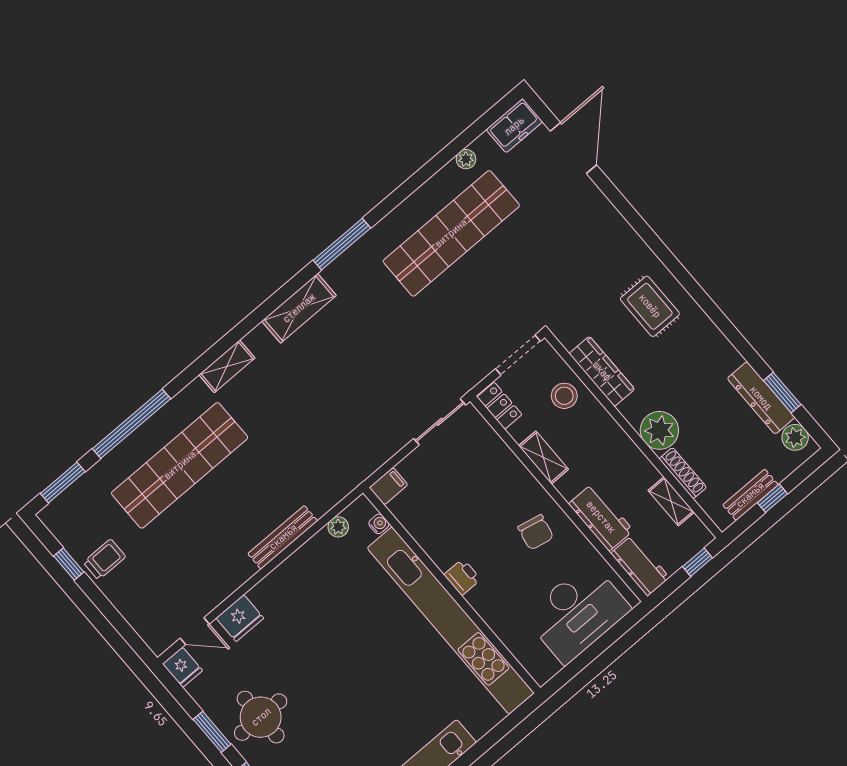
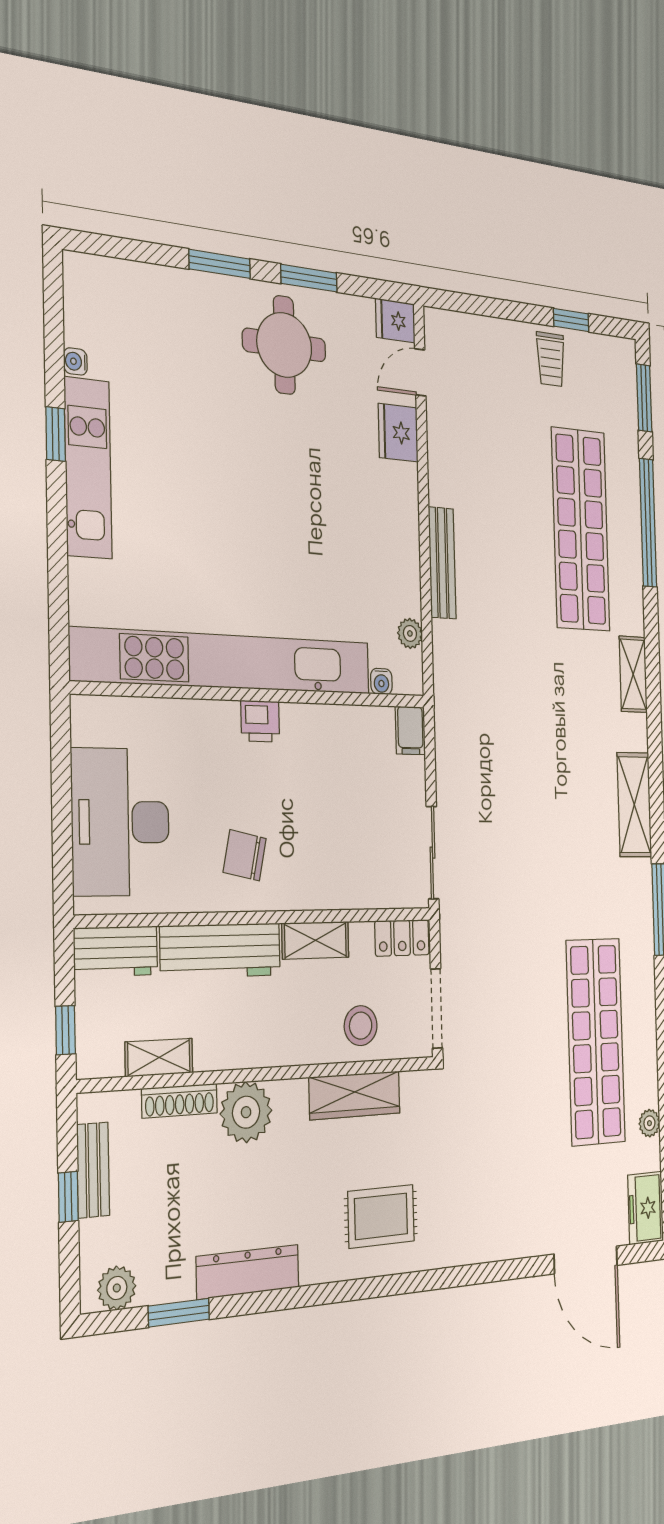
dresser: (761, 398) -> (248, 1272), moved
workbench: (601, 517) -> (221, 951), width x1.38

